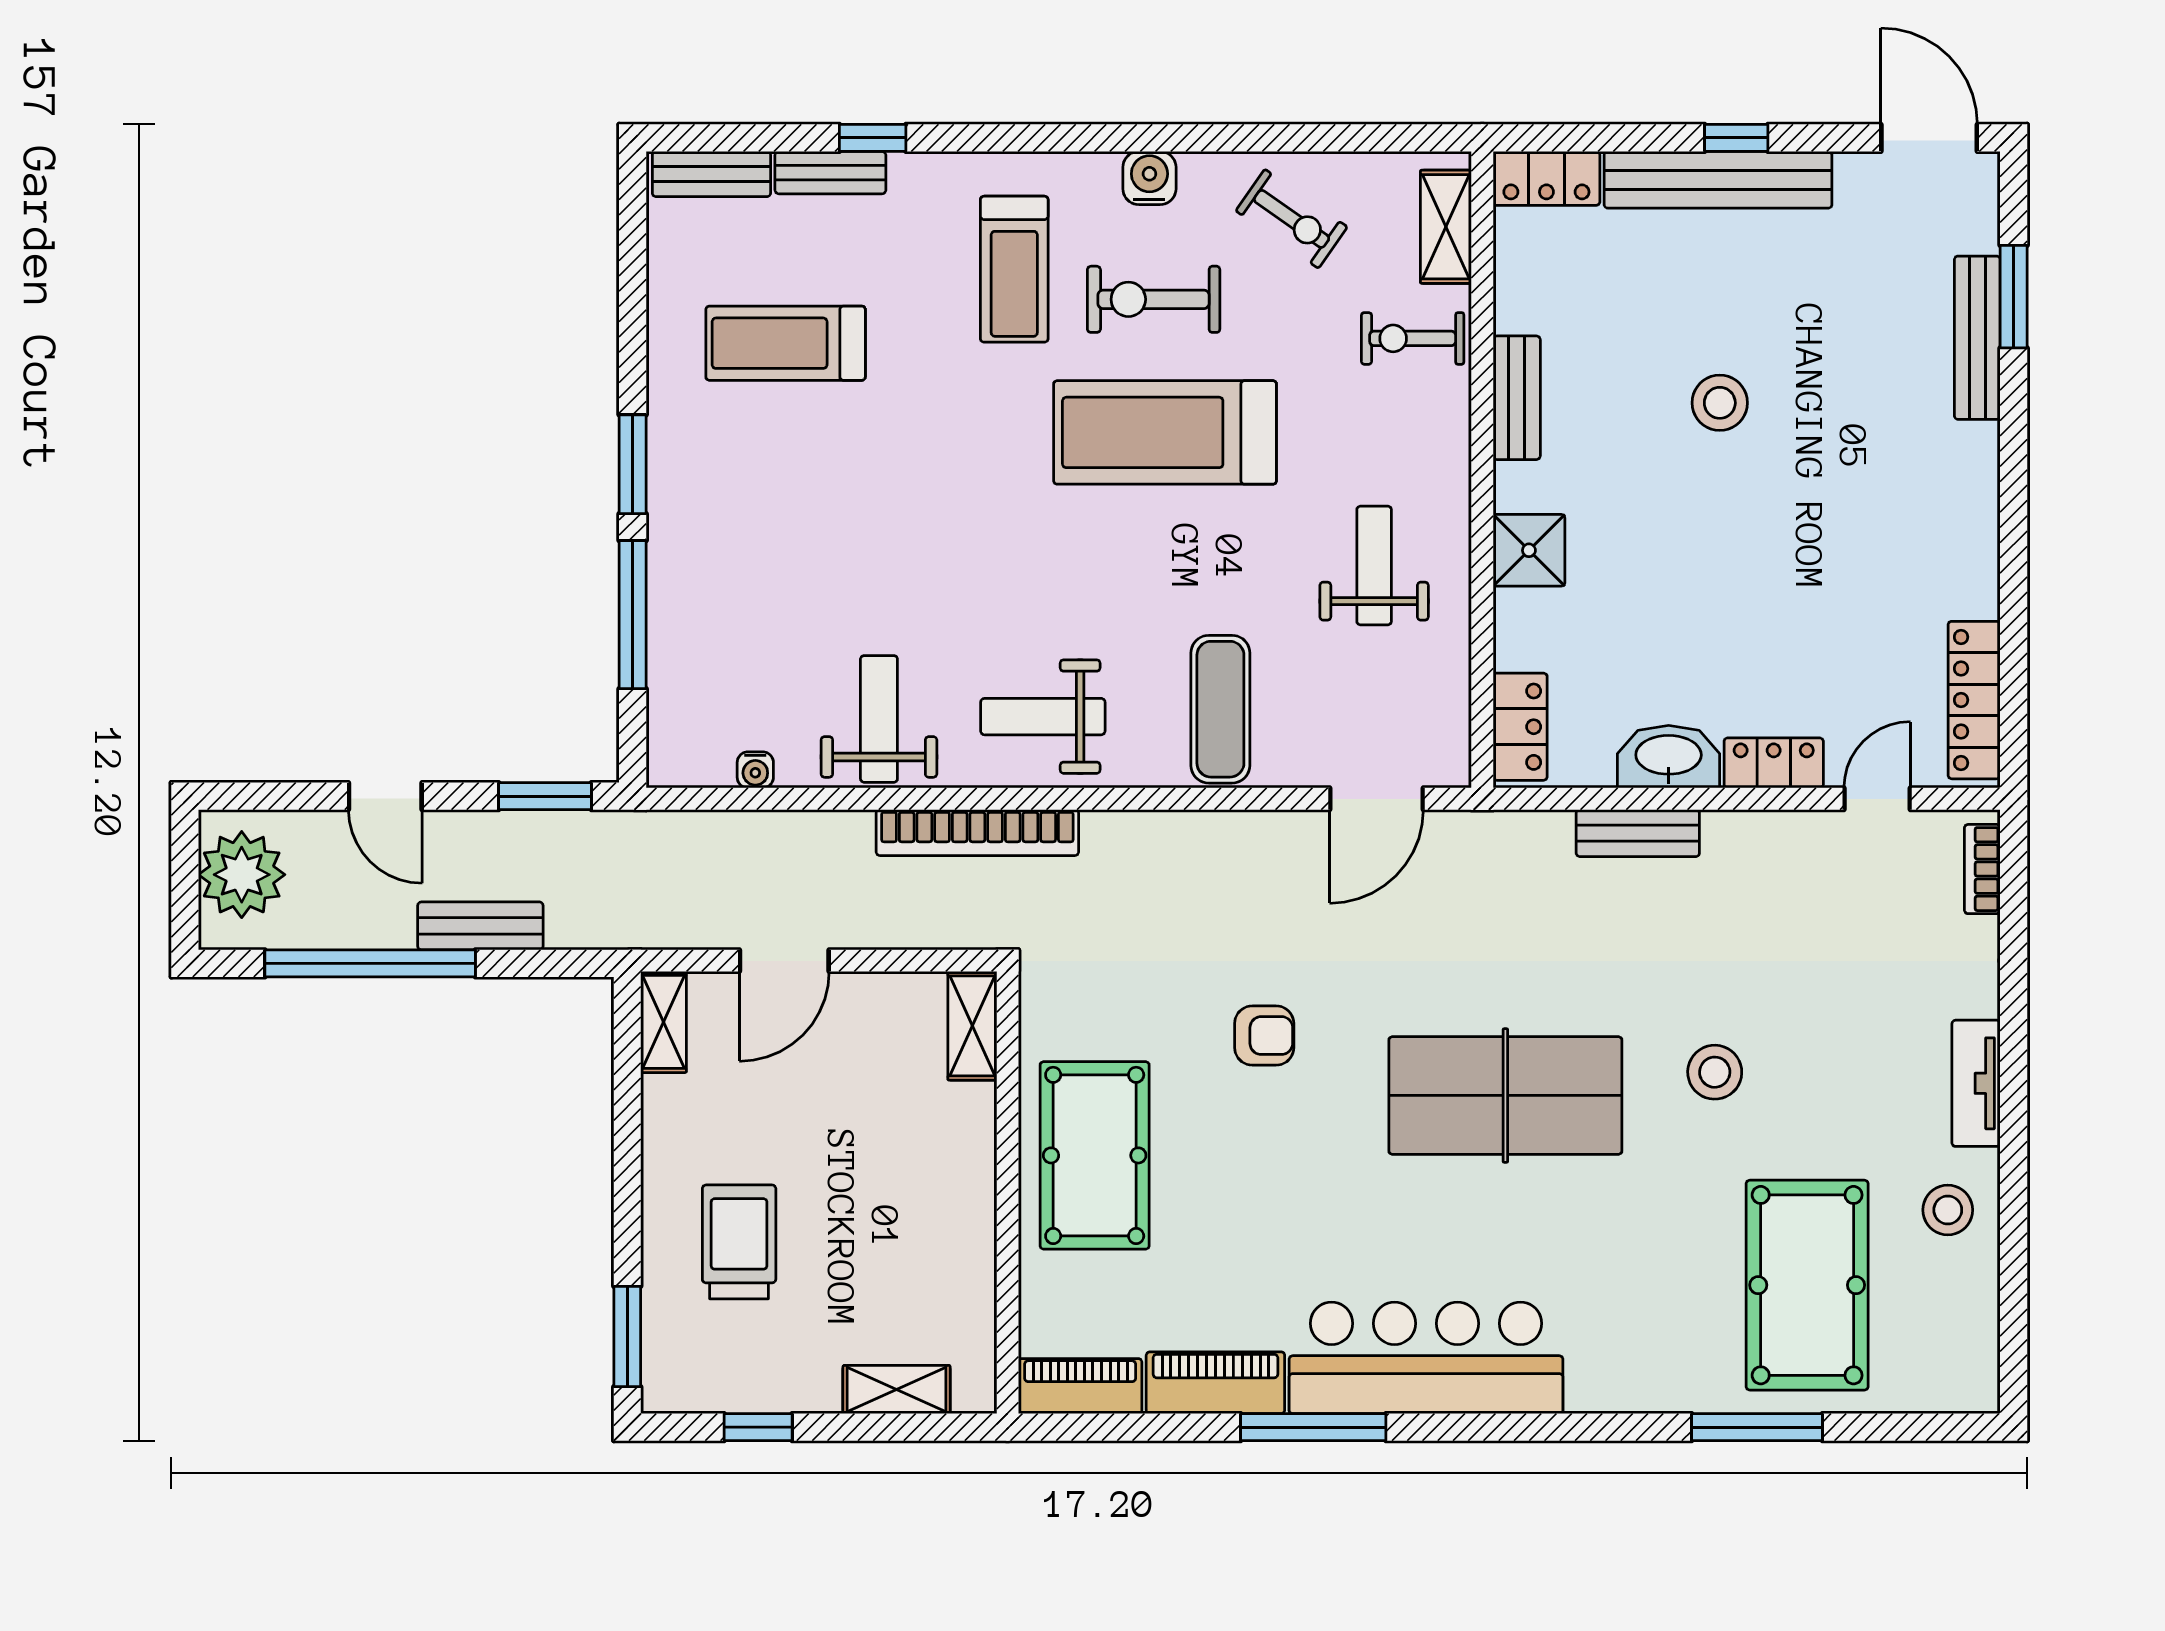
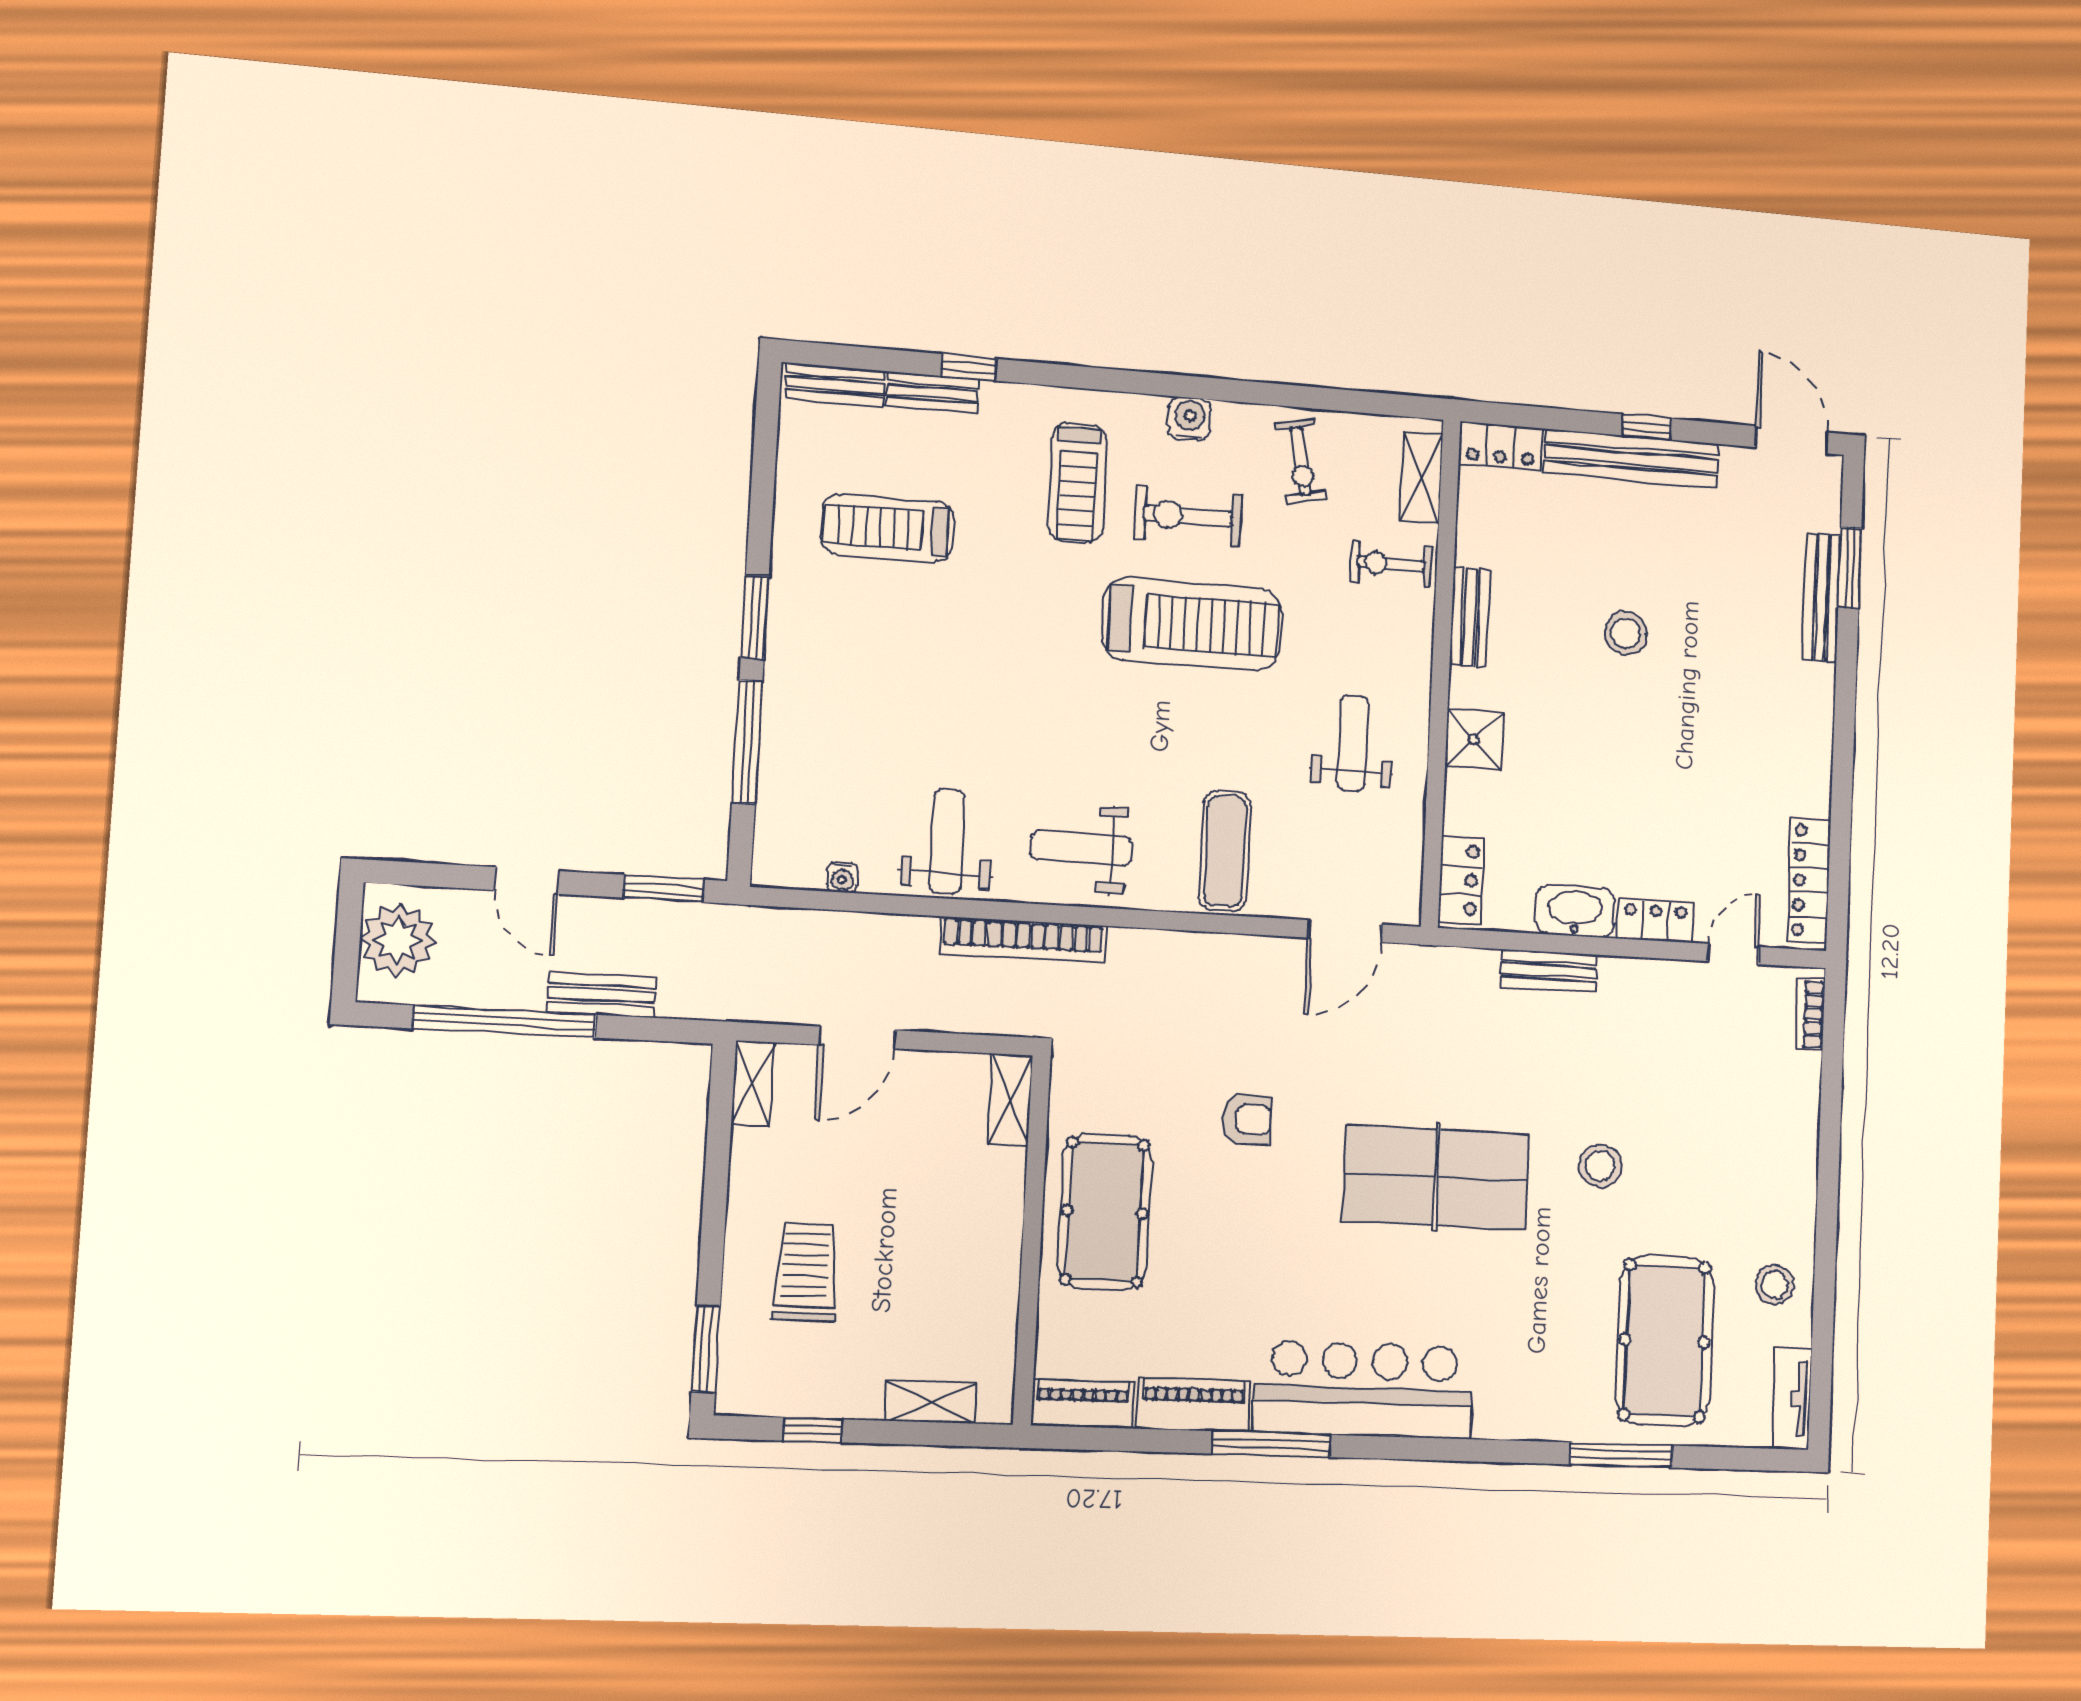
exercise bike: (1292, 219) -> (1301, 461), turned 43
treadmill: (1165, 432) -> (1192, 624), turned 180
tv unit: (1976, 1083) -> (1792, 1398), moved

